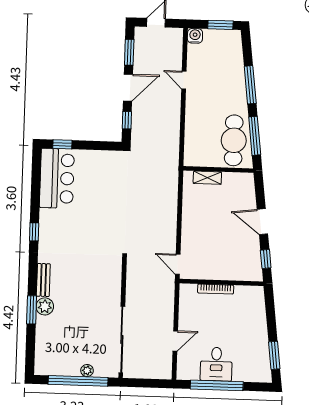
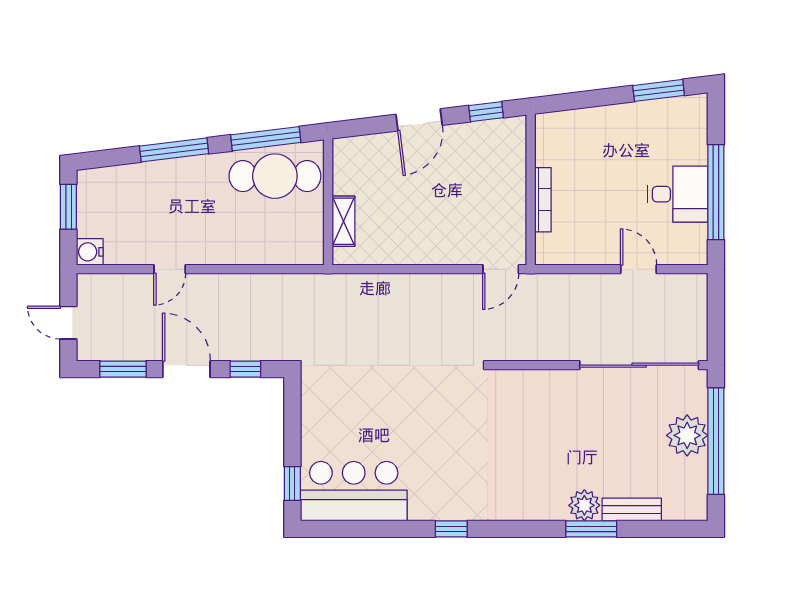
bench: (43, 280) -> (632, 510), moved
plant: (87, 371) -> (687, 435), width x1.87, depth x1.87

